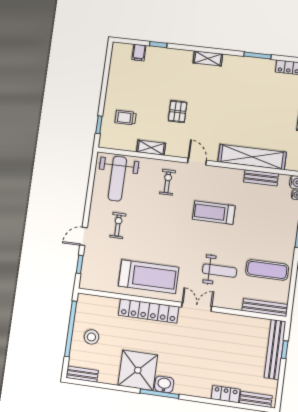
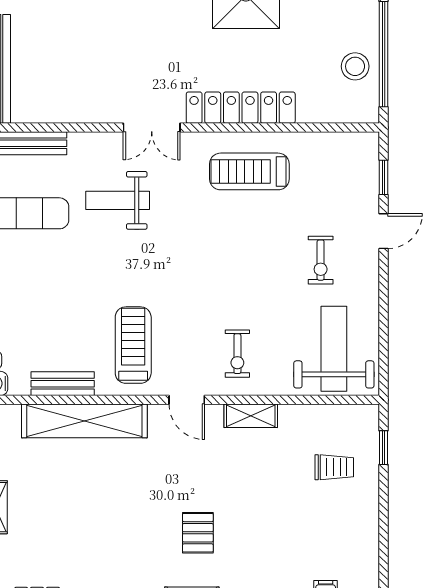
pallet: (178, 112) -> (198, 533), moved
shelving: (151, 148) -> (251, 416), moved
treadmill: (214, 213) -> (133, 345), moved, turned -90
treadmill: (149, 277) -> (249, 171), width x0.73, depth x0.73
stool: (91, 337) -> (355, 66), moved

